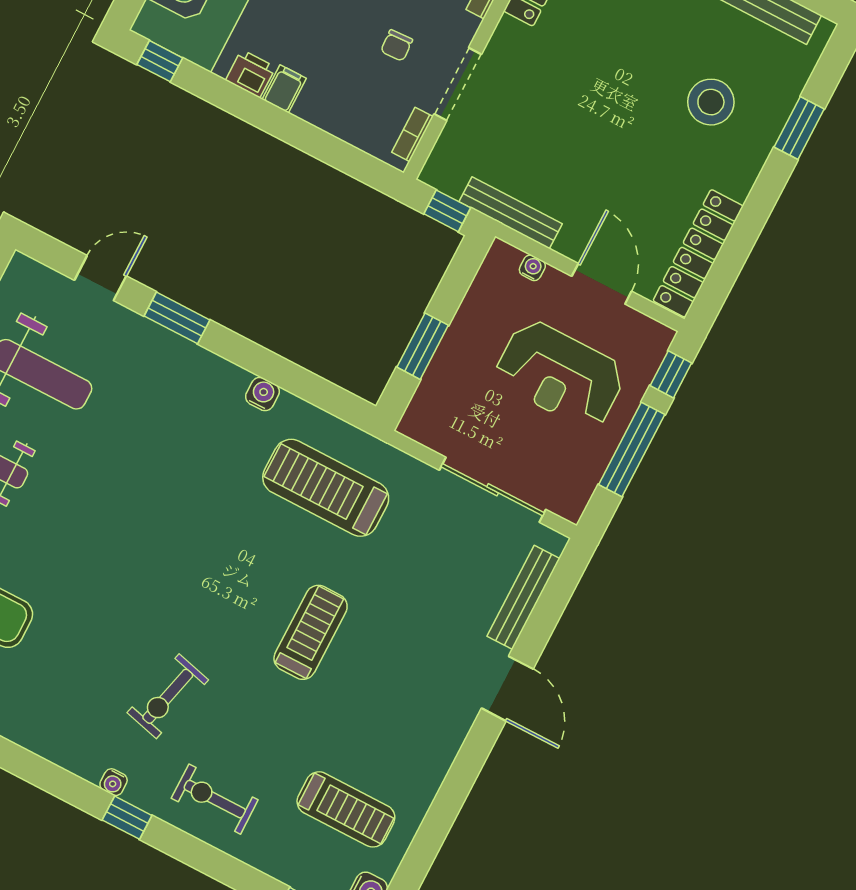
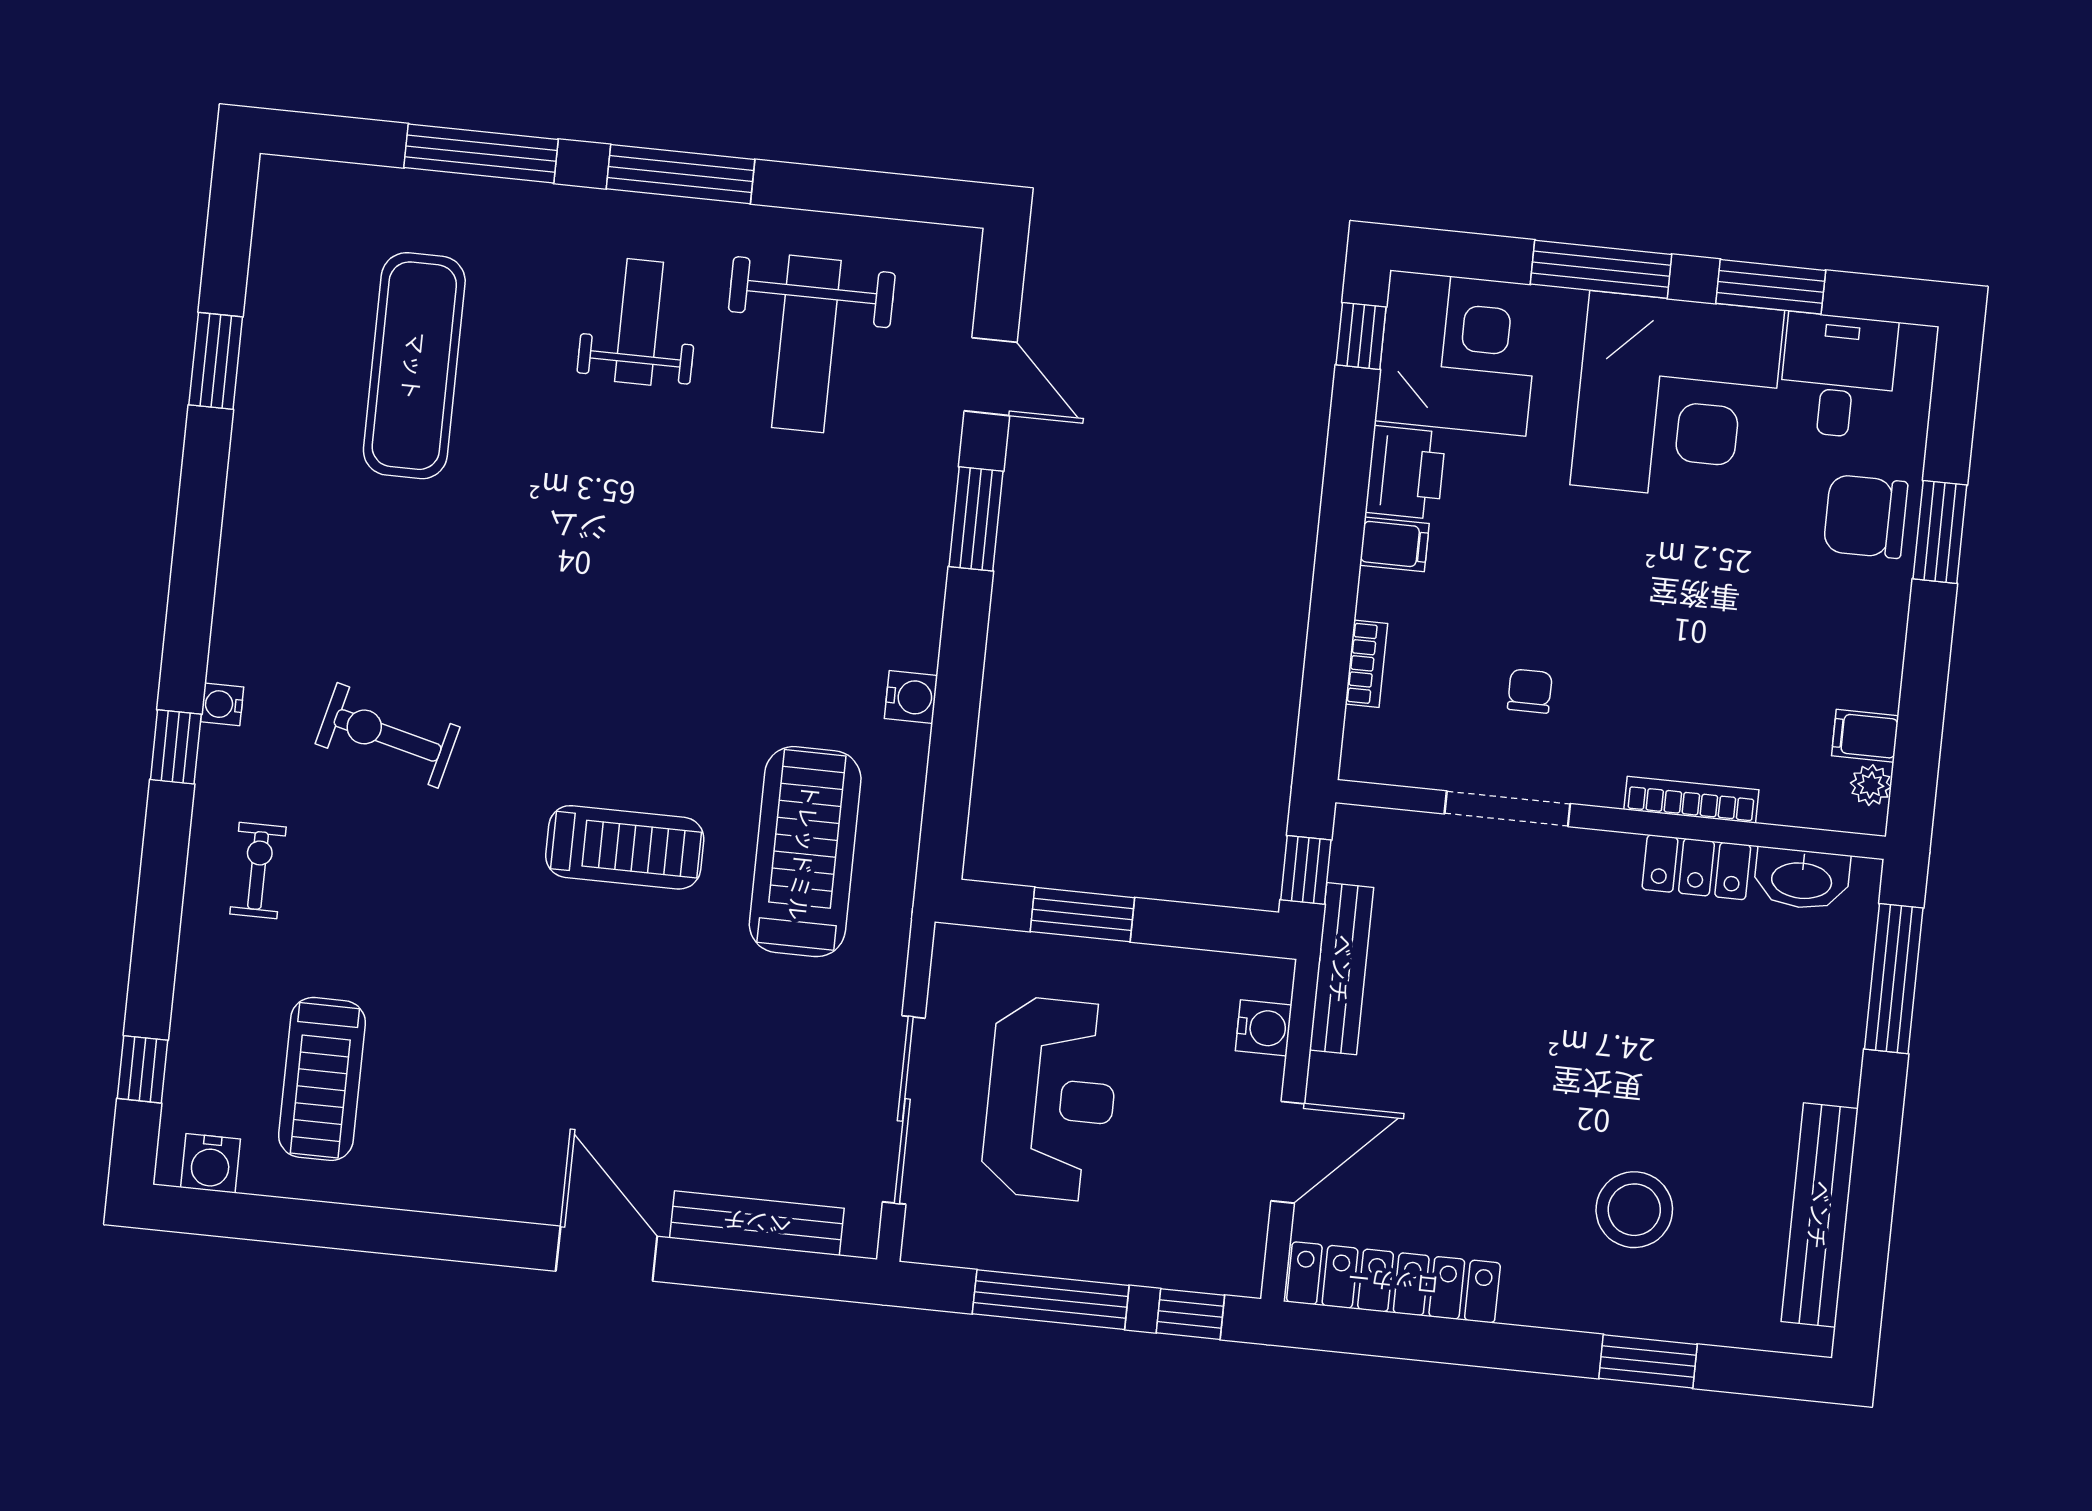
chair: (397, 45) -> (1530, 691), turned 93
printer: (251, 74) -> (1406, 473), width x1.36, depth x1.24
bookcase: (412, 134) -> (1366, 664), moved, turned 90
water cooler: (532, 268) -> (1264, 1028), width x1.38, depth x1.38
reception desk: (560, 375) -> (1051, 1099), moved, turned 180
treadmill: (311, 632) -> (625, 847), moved
door: (507, 689) -> (607, 1254), swing flipped
exercise bike: (215, 799) -> (258, 870), width x0.73, depth x0.72

